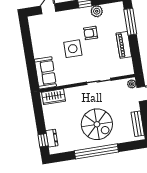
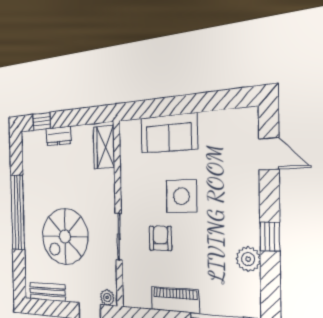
armchair: (91, 33) -> (160, 238), moved
sofa: (45, 73) -> (169, 133), moved
spiral stairs: (97, 124) -> (65, 236), moved
dresser: (52, 138) -> (58, 136), moved

